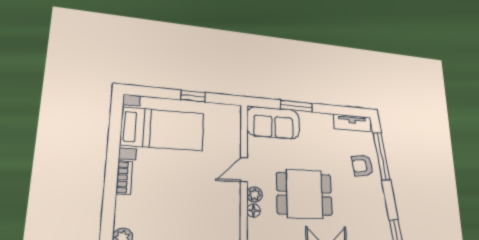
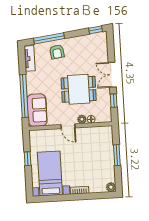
window: (296, 106) -> (24, 96), width x2.11
dining table: (304, 194) -> (79, 89), turned 90

